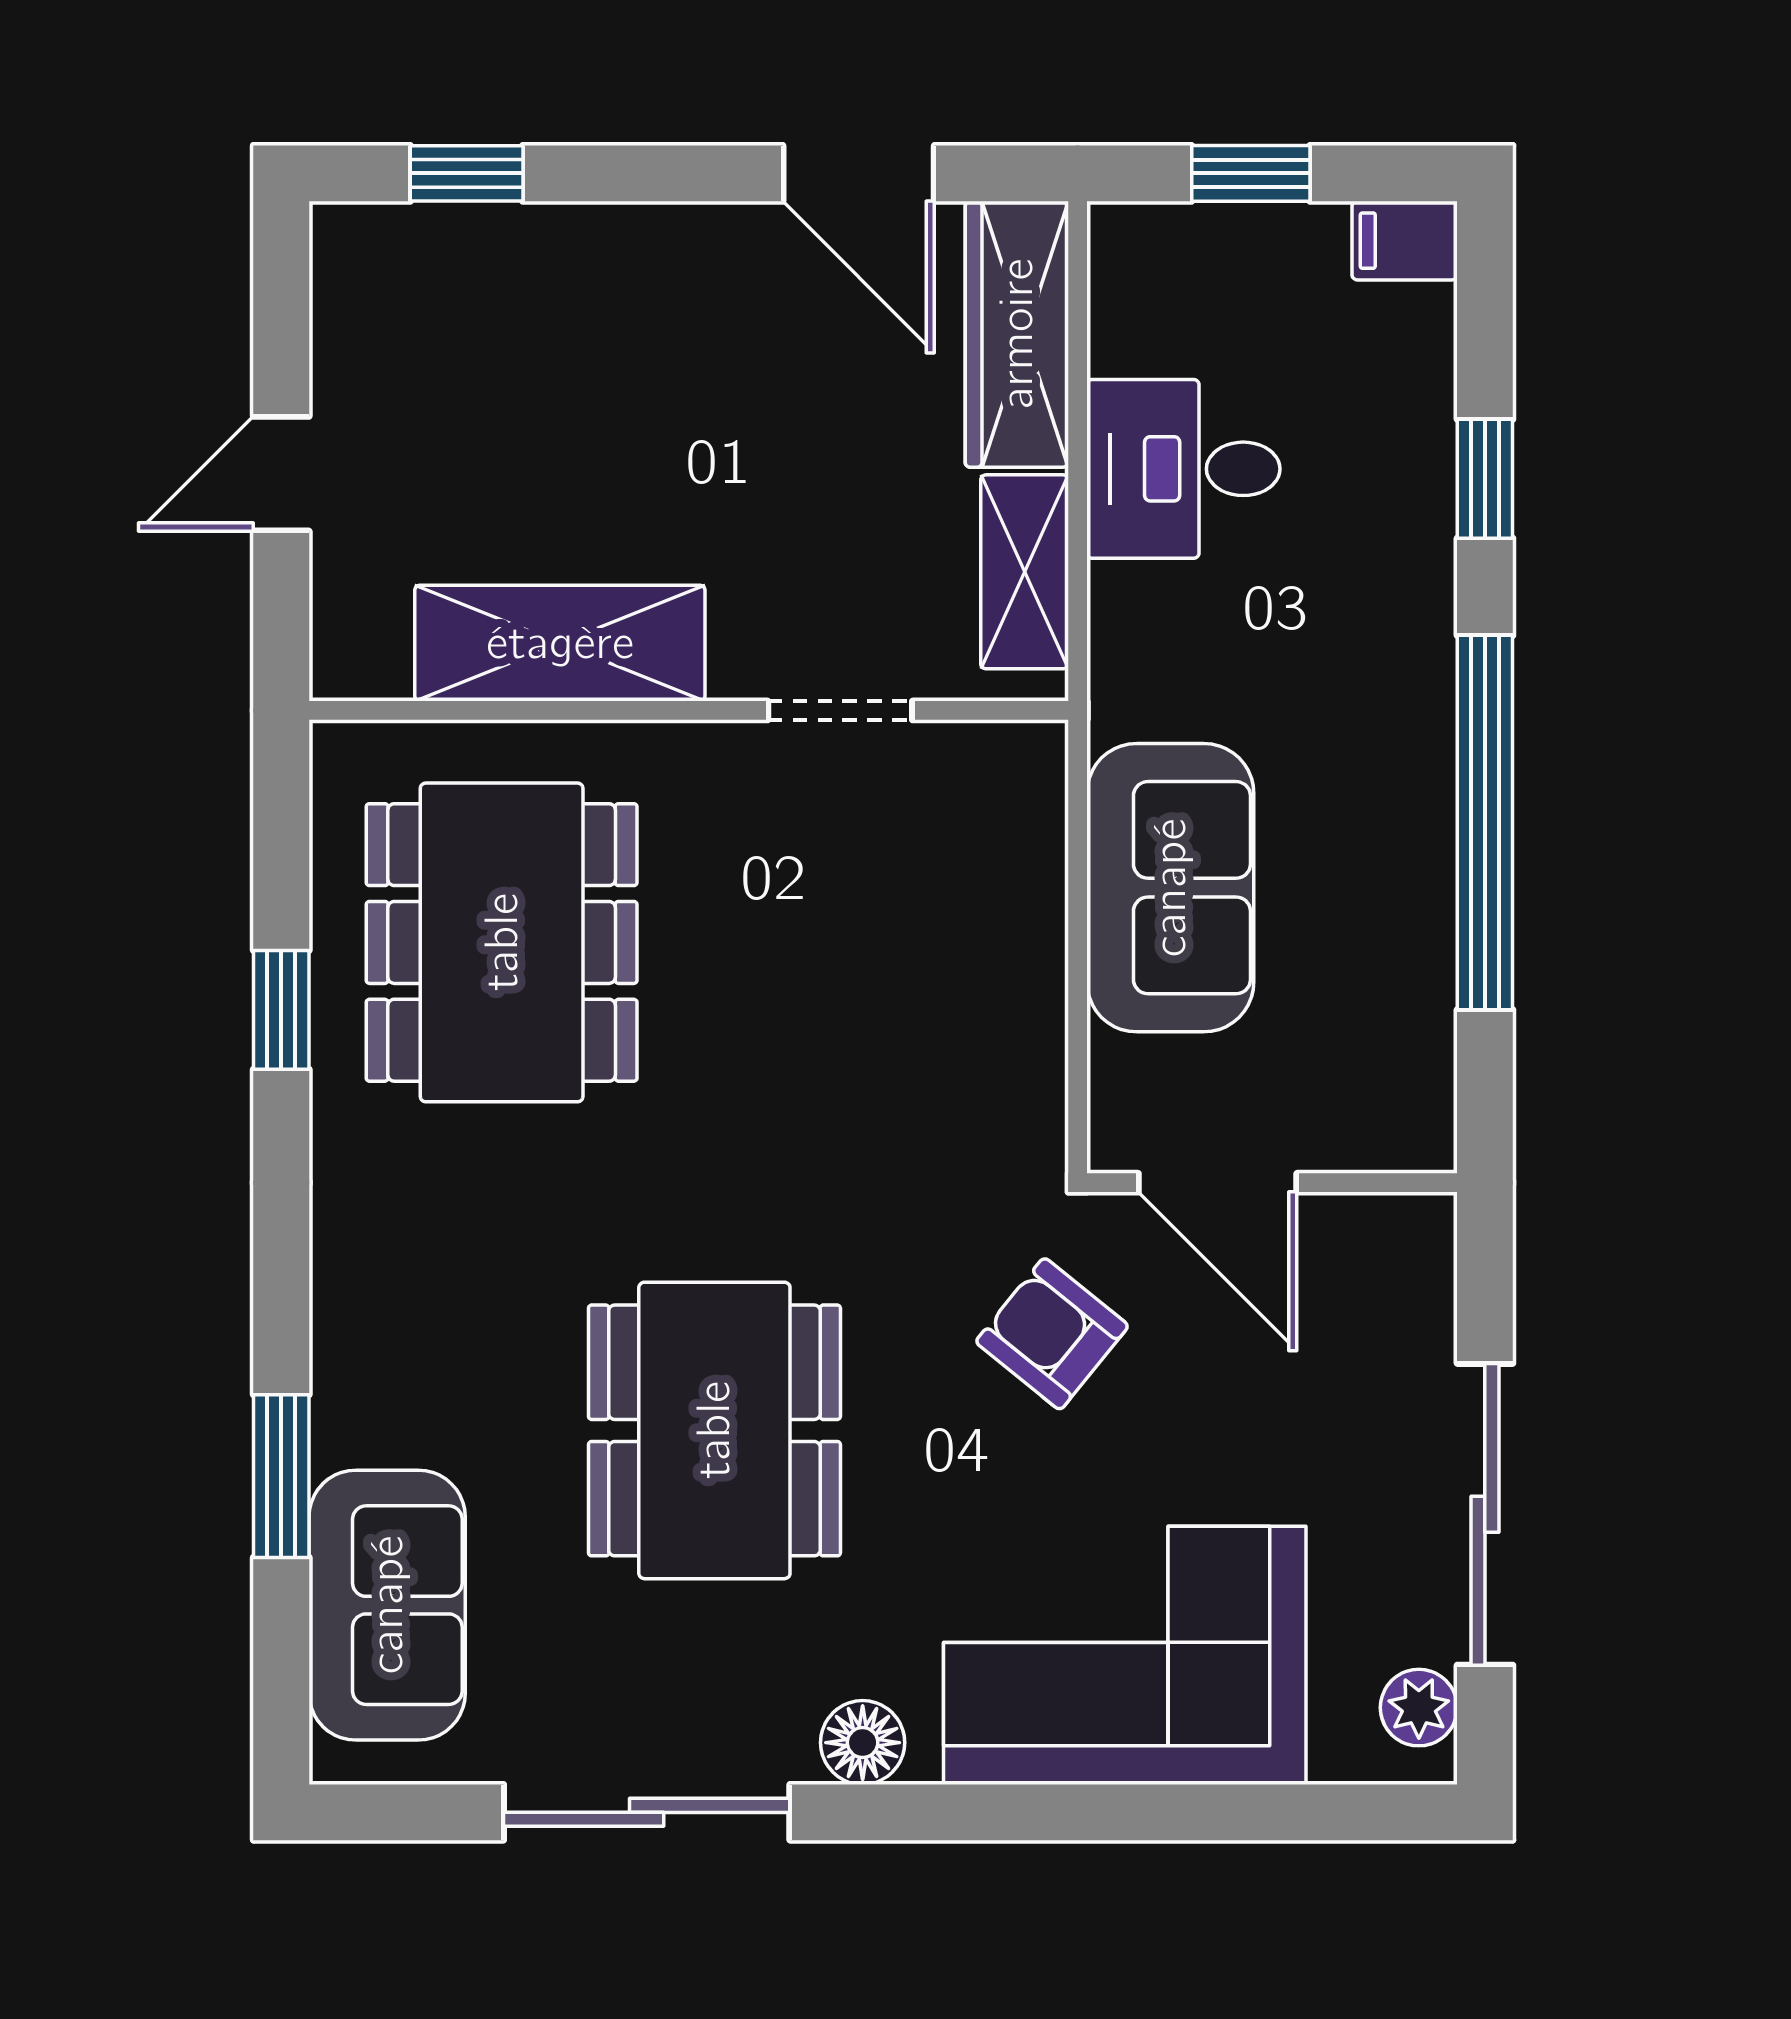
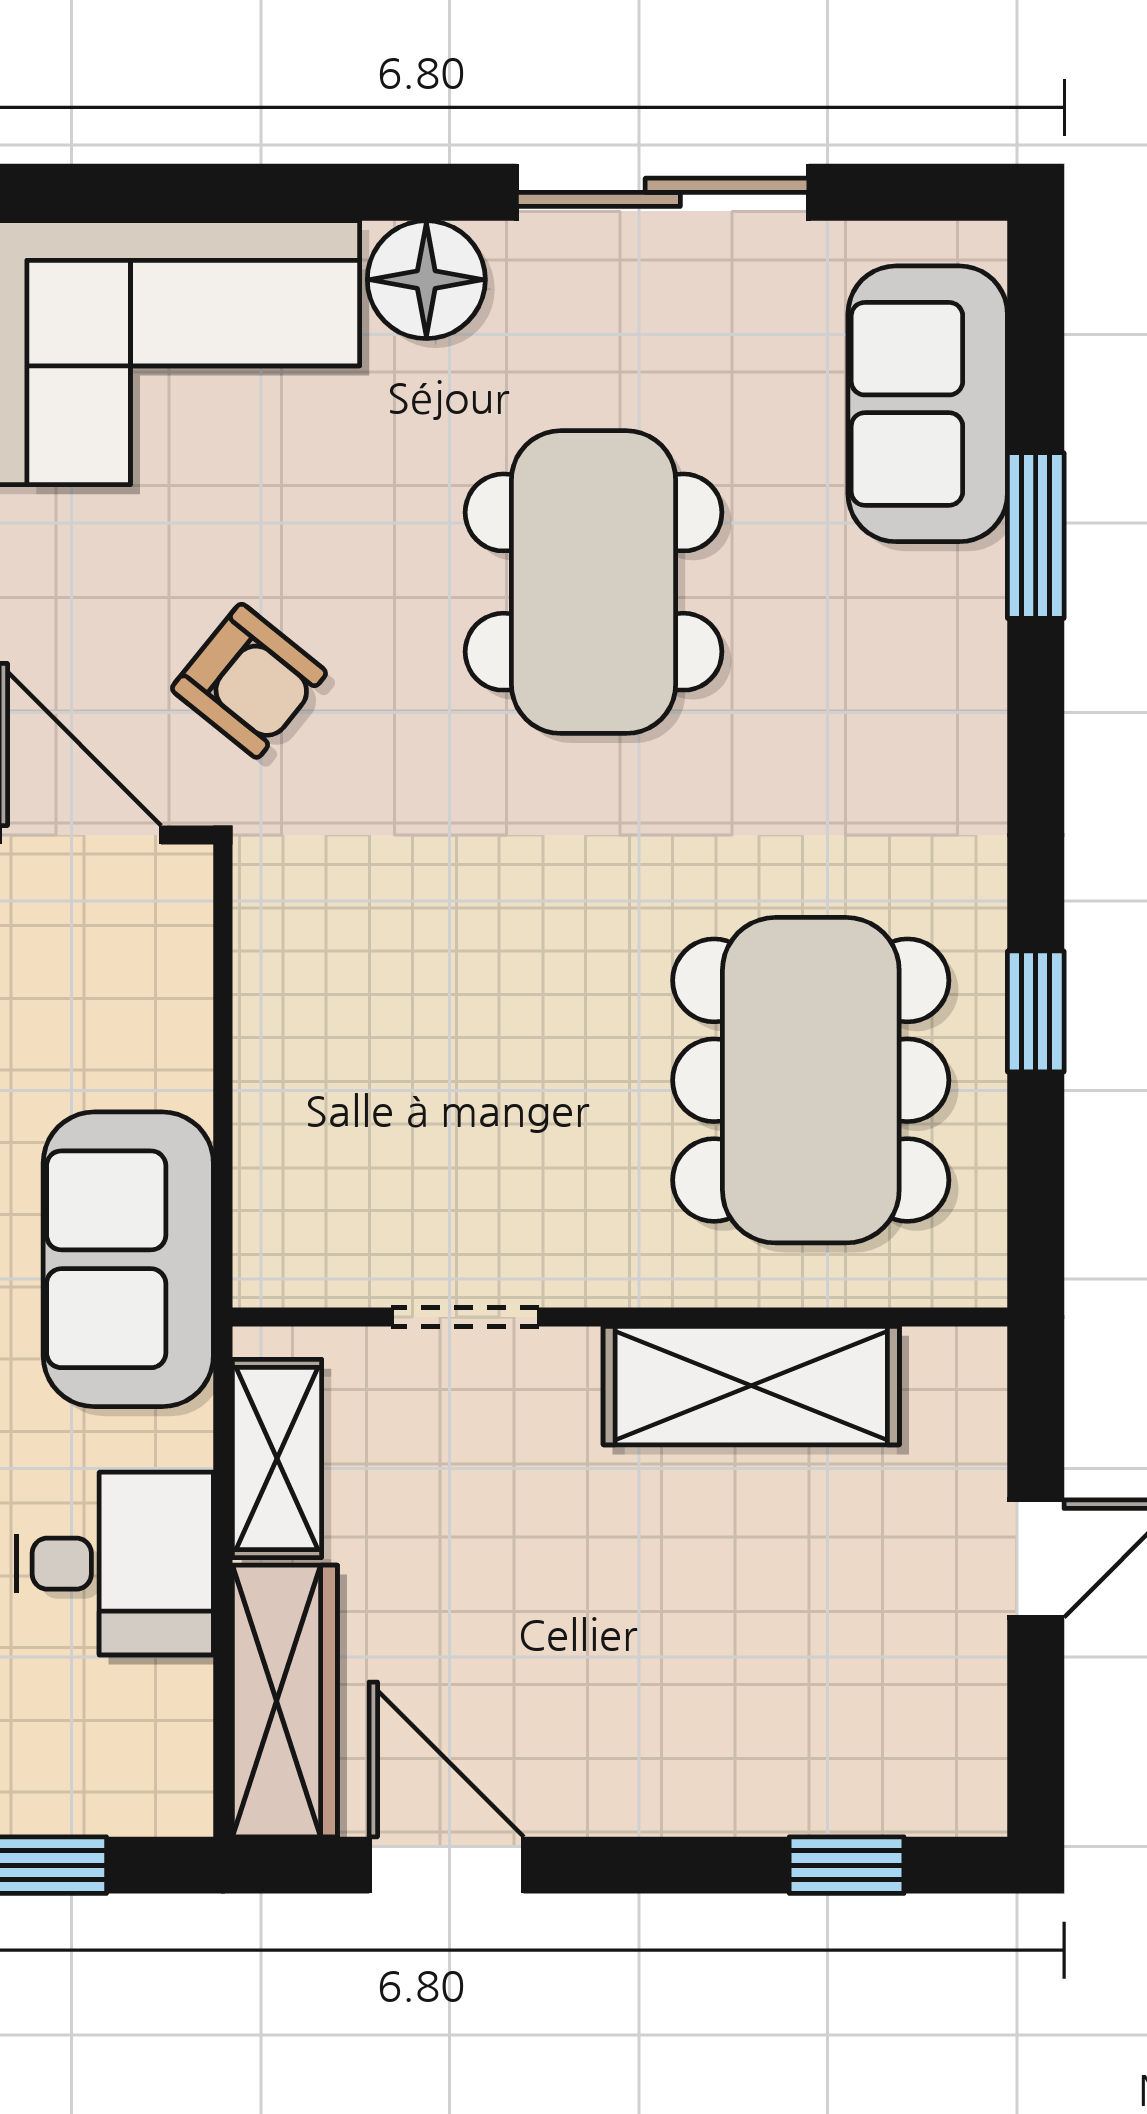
sofa: (1170, 888) -> (128, 1259), moved
floor lamp: (863, 1743) -> (426, 280), width x1.38, depth x1.38

